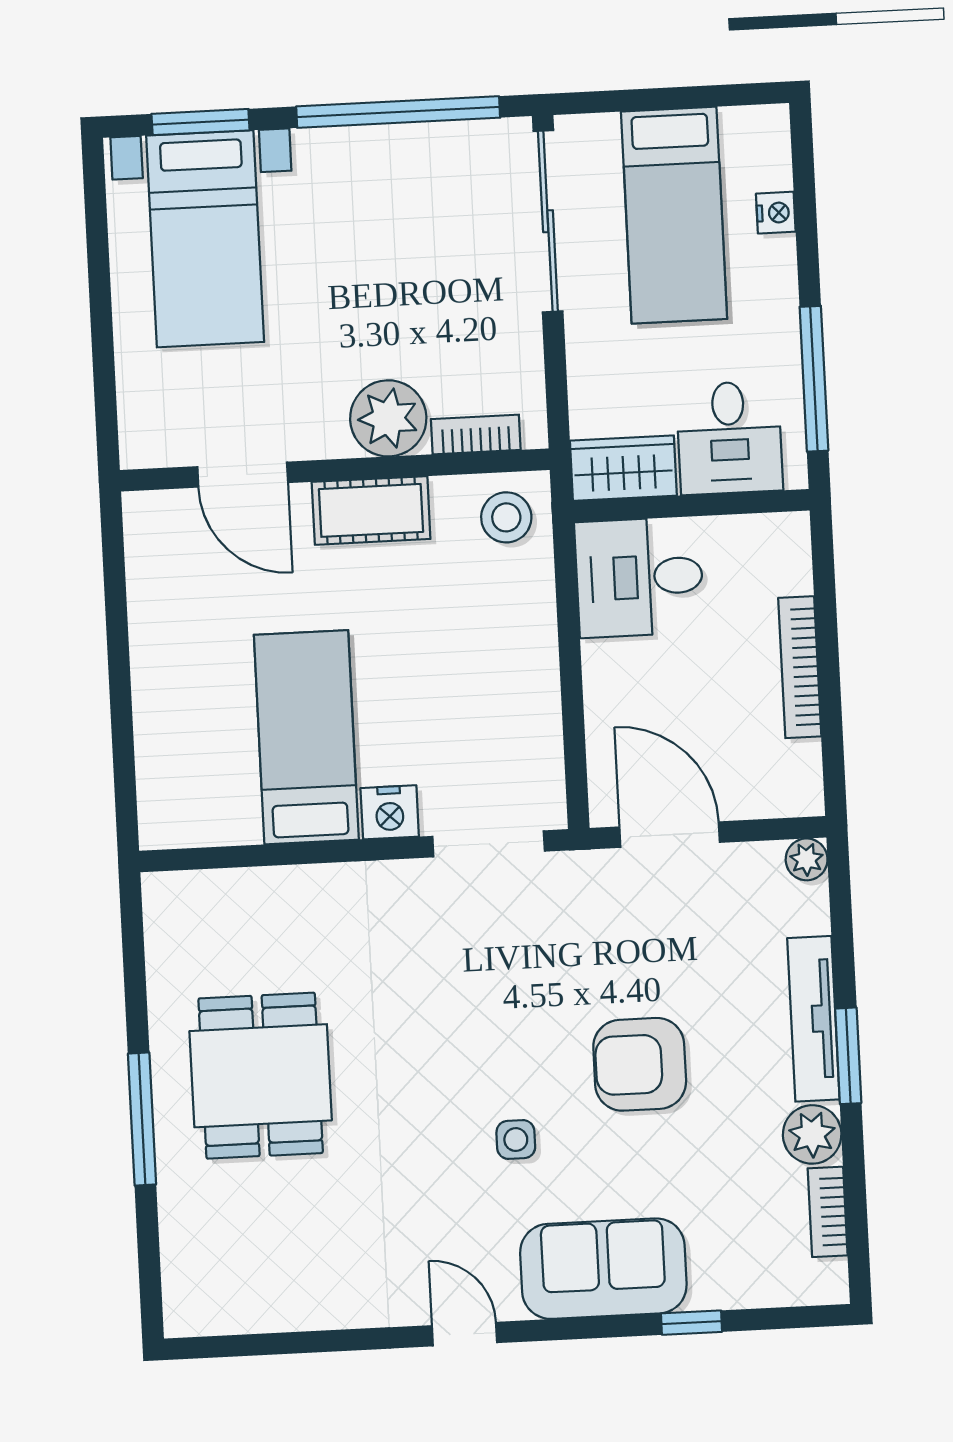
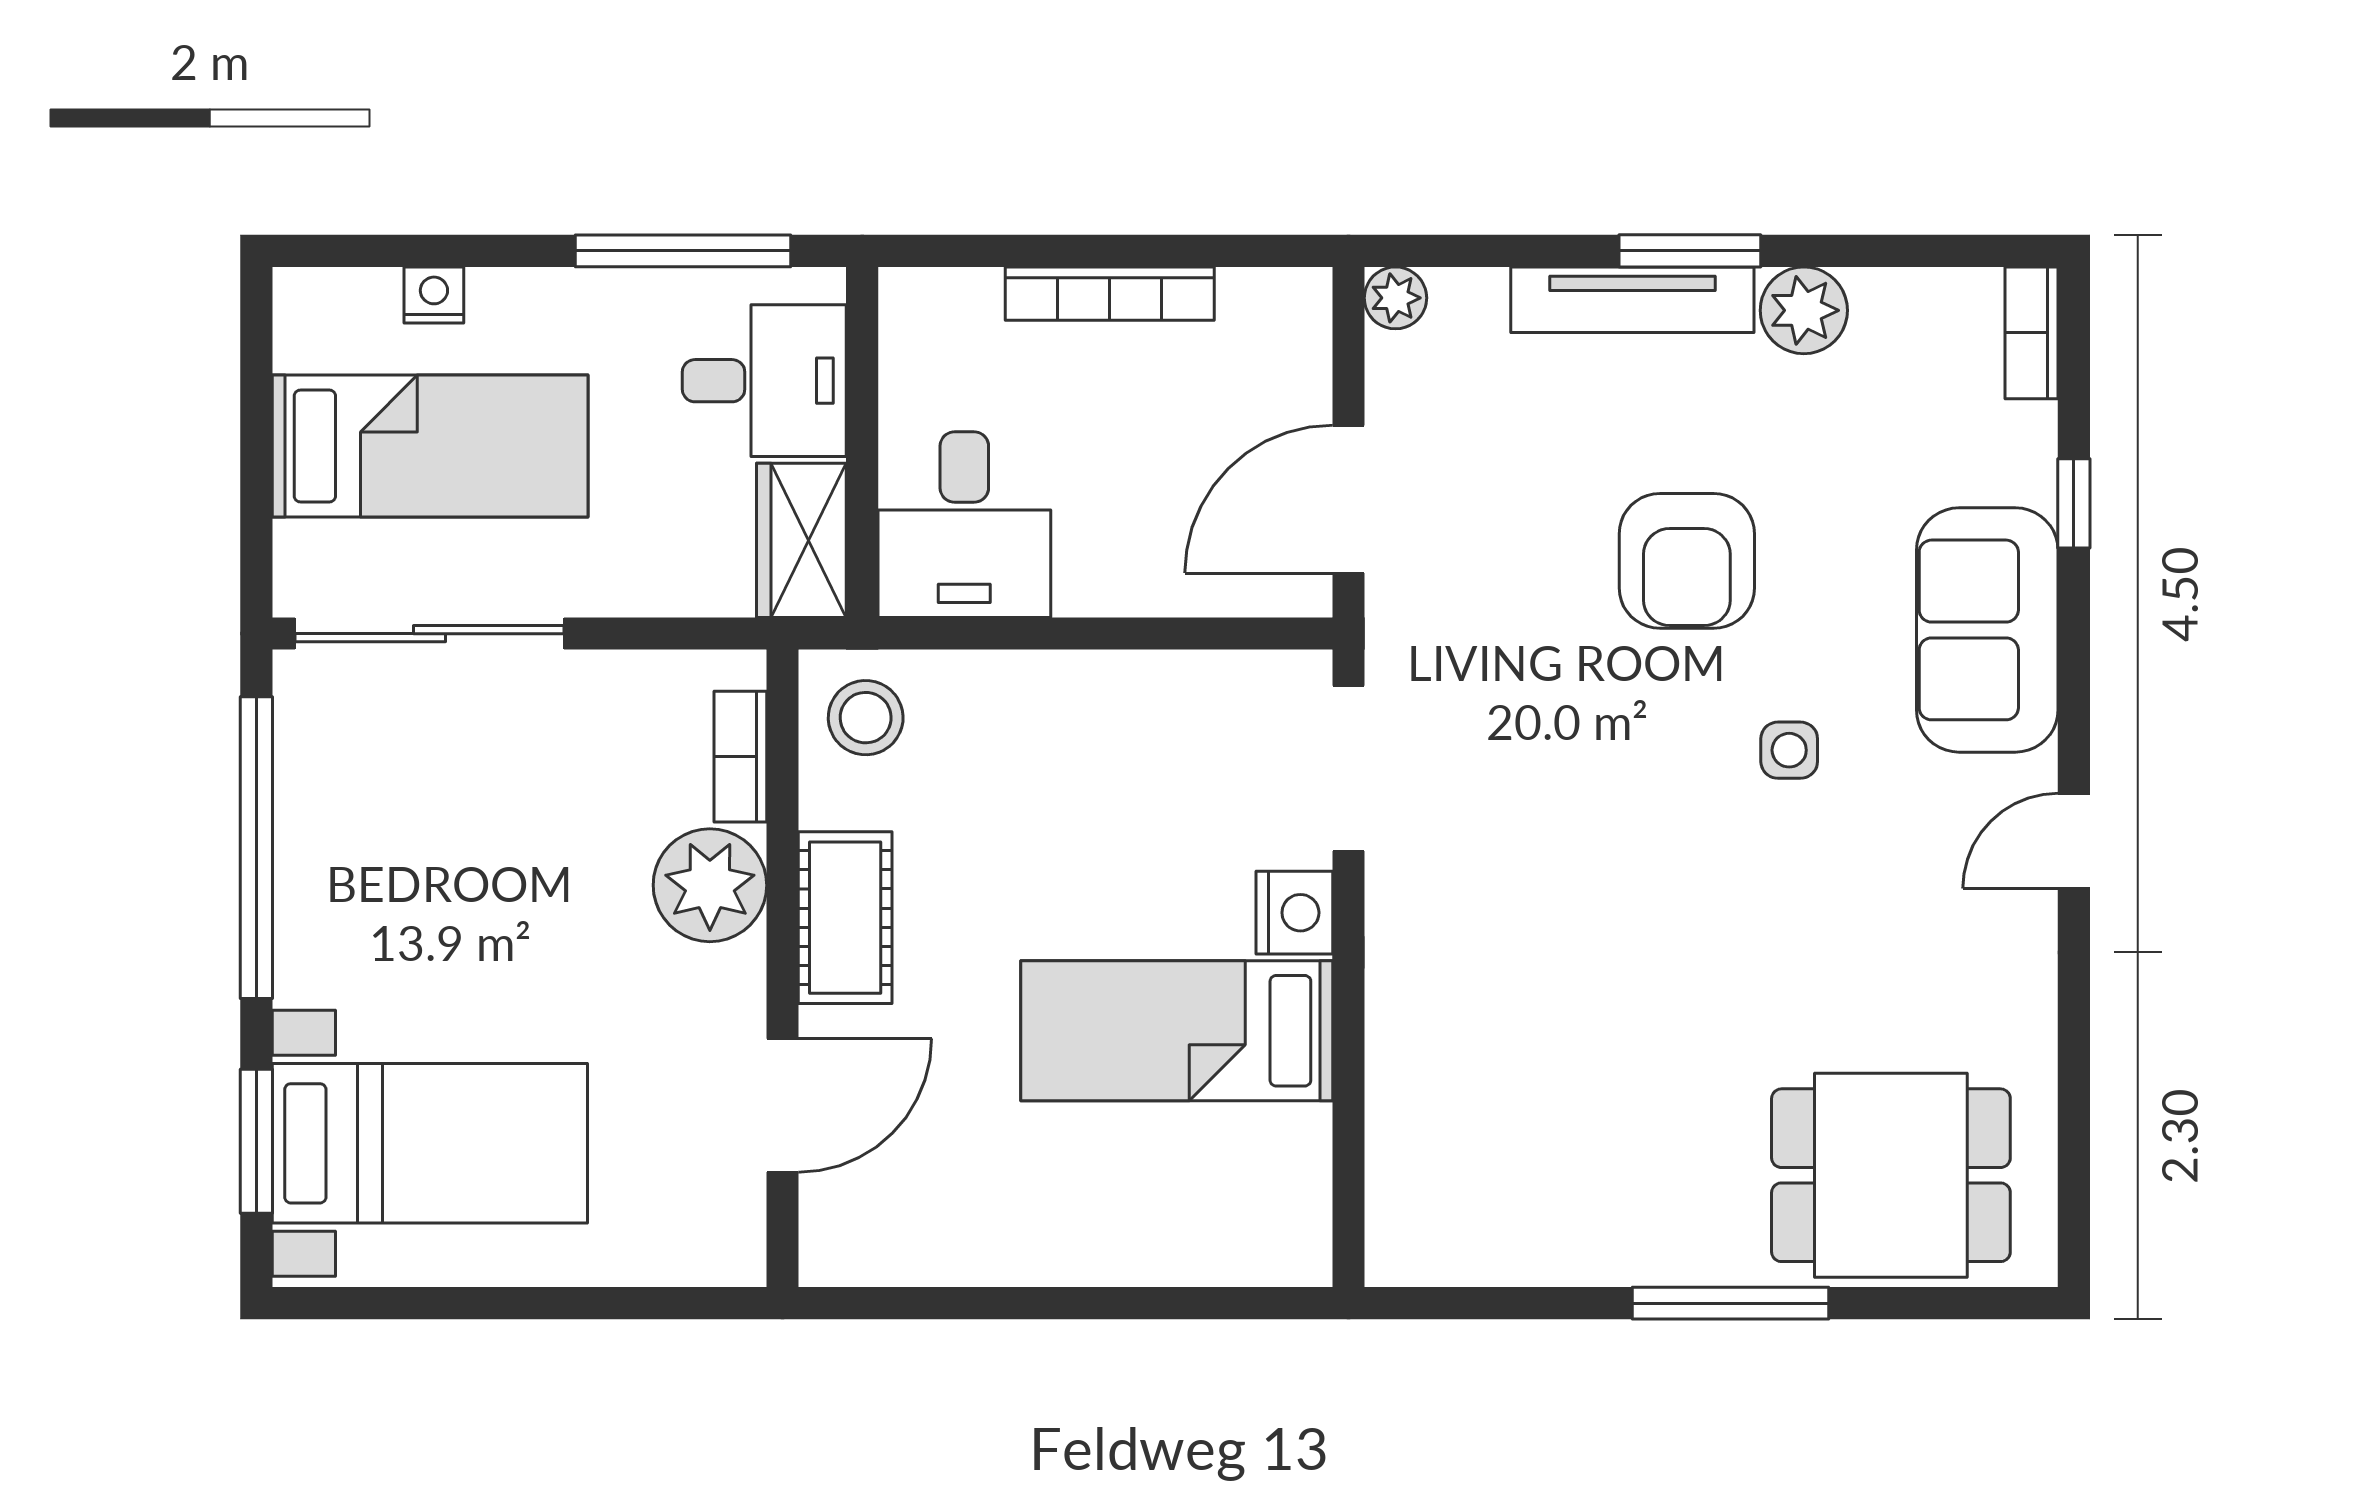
dining table: (261, 1076) -> (1891, 1175), moved
bookcase: (828, 1212) -> (2032, 333), moved, turned 90

